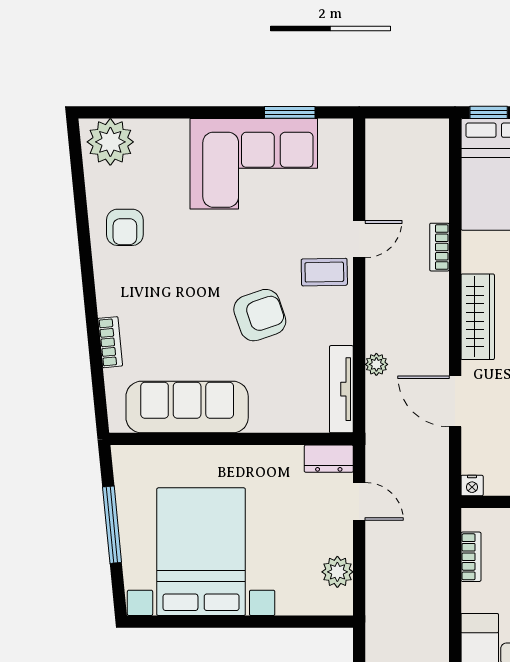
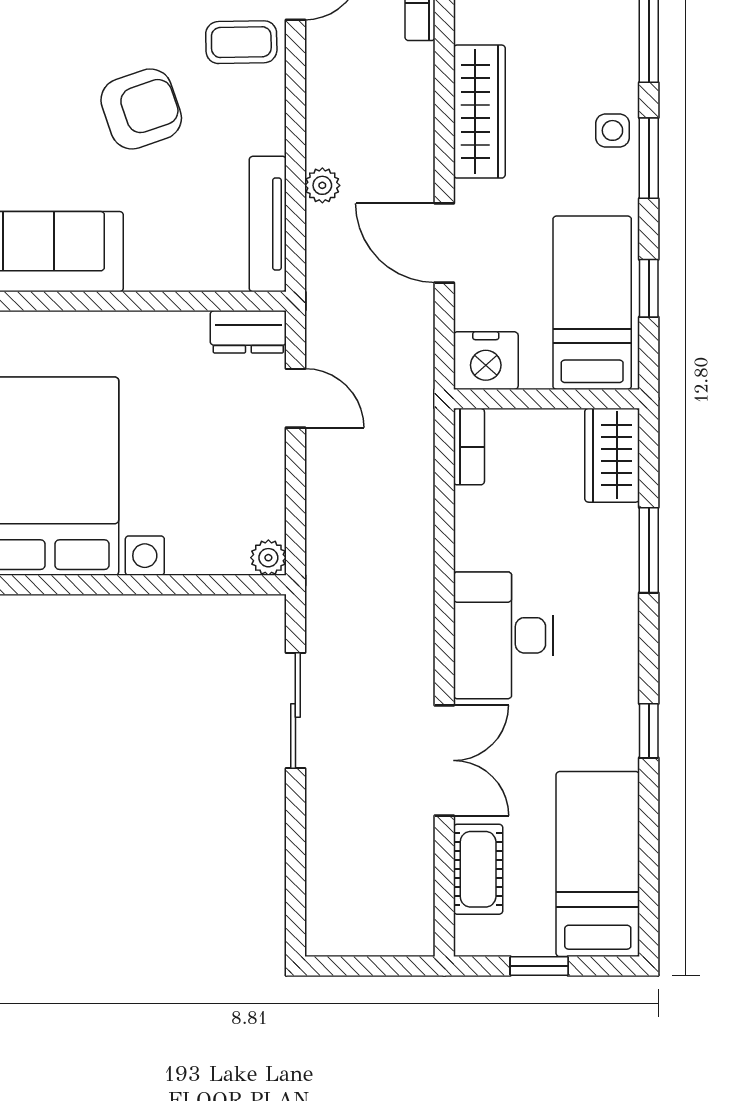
nightstand: (472, 485) -> (486, 361), width x1.89, depth x1.79
bookcase: (471, 557) -> (469, 447), moved
plant: (337, 572) -> (268, 558), moved, width x0.73, depth x0.73

